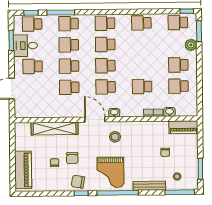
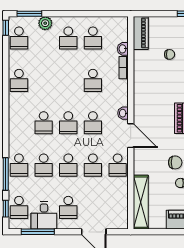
school desk: (105, 23) -> (118, 165), moved
window: (11, 40) -> (38, 232), width x1.44
door: (95, 120) -> (131, 136), swing flipped
shelving: (55, 129) -> (141, 202), moved
stool: (115, 137) -> (151, 112), removed

